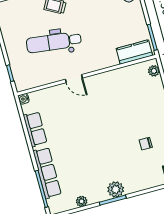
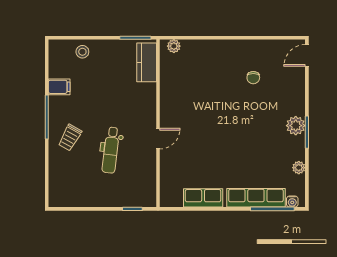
dental chair: (54, 42) -> (111, 150), width x0.73, depth x0.72
water cooler: (24, 99) -> (292, 202), moved

